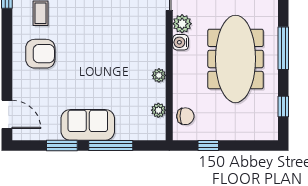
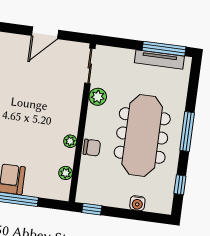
water cooler: (181, 42) -> (137, 203), moved, turned -90
chair: (185, 116) -> (92, 148), moved
window: (208, 145) -> (92, 209), moved

